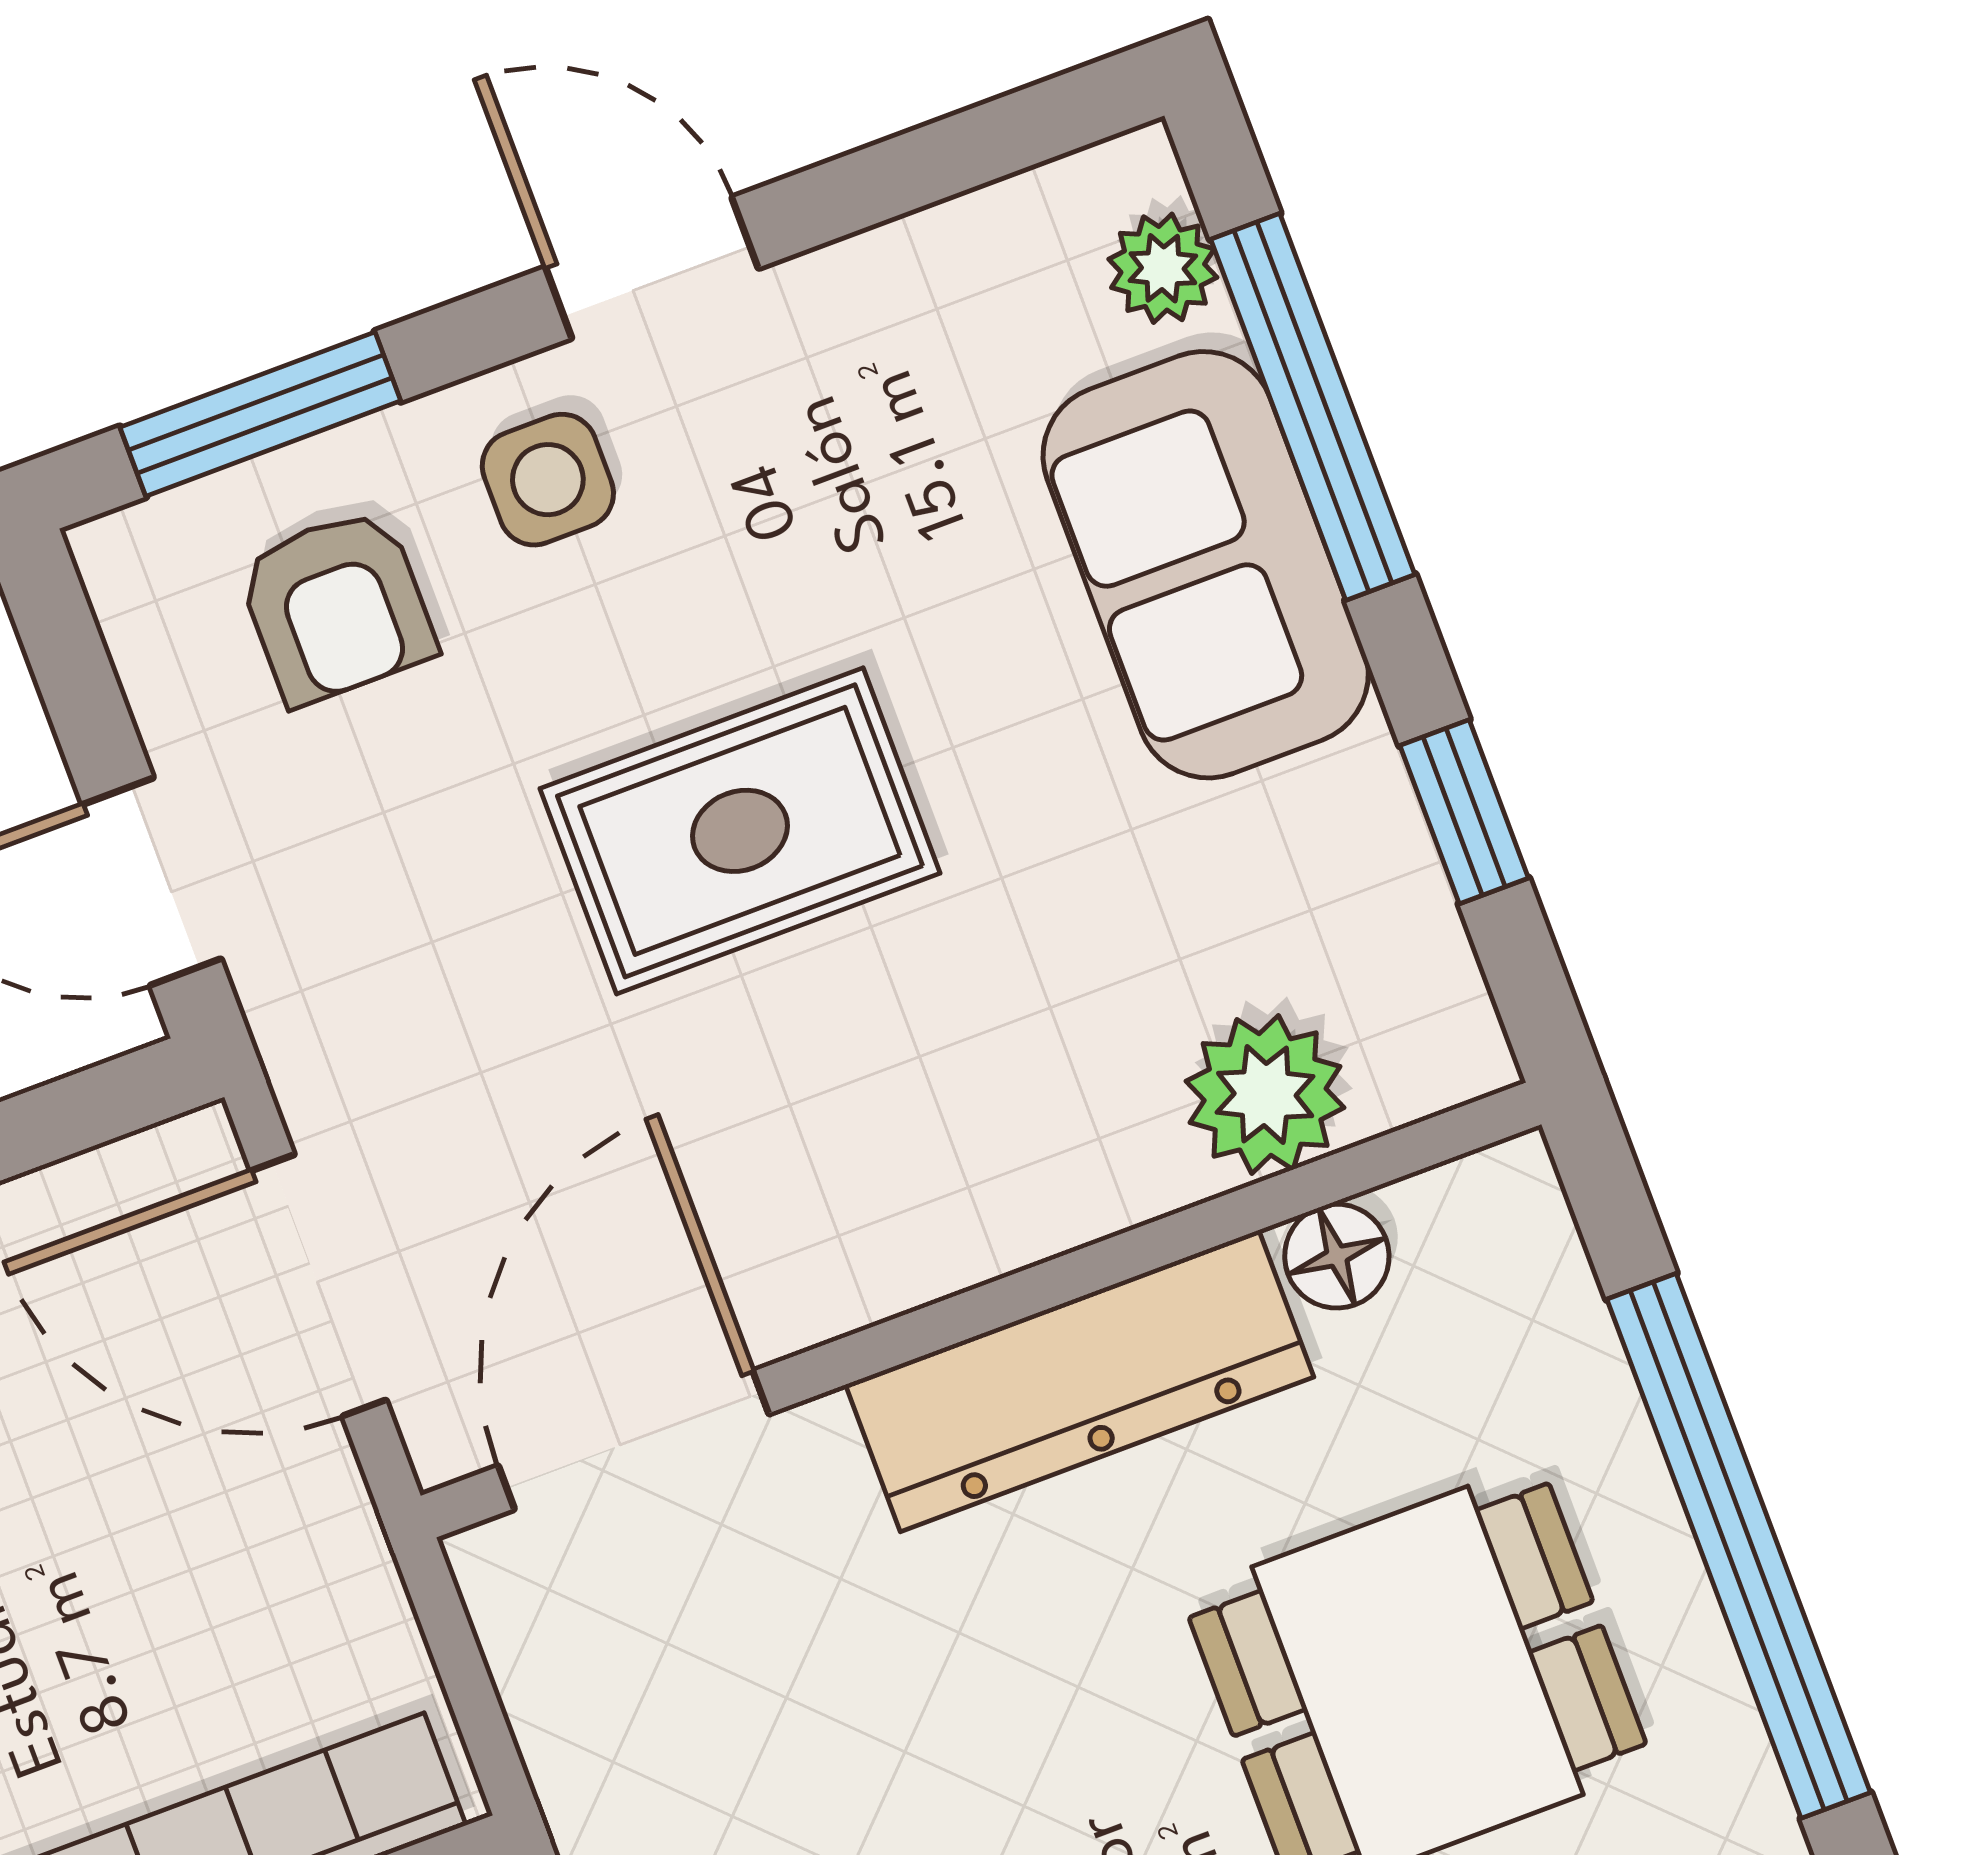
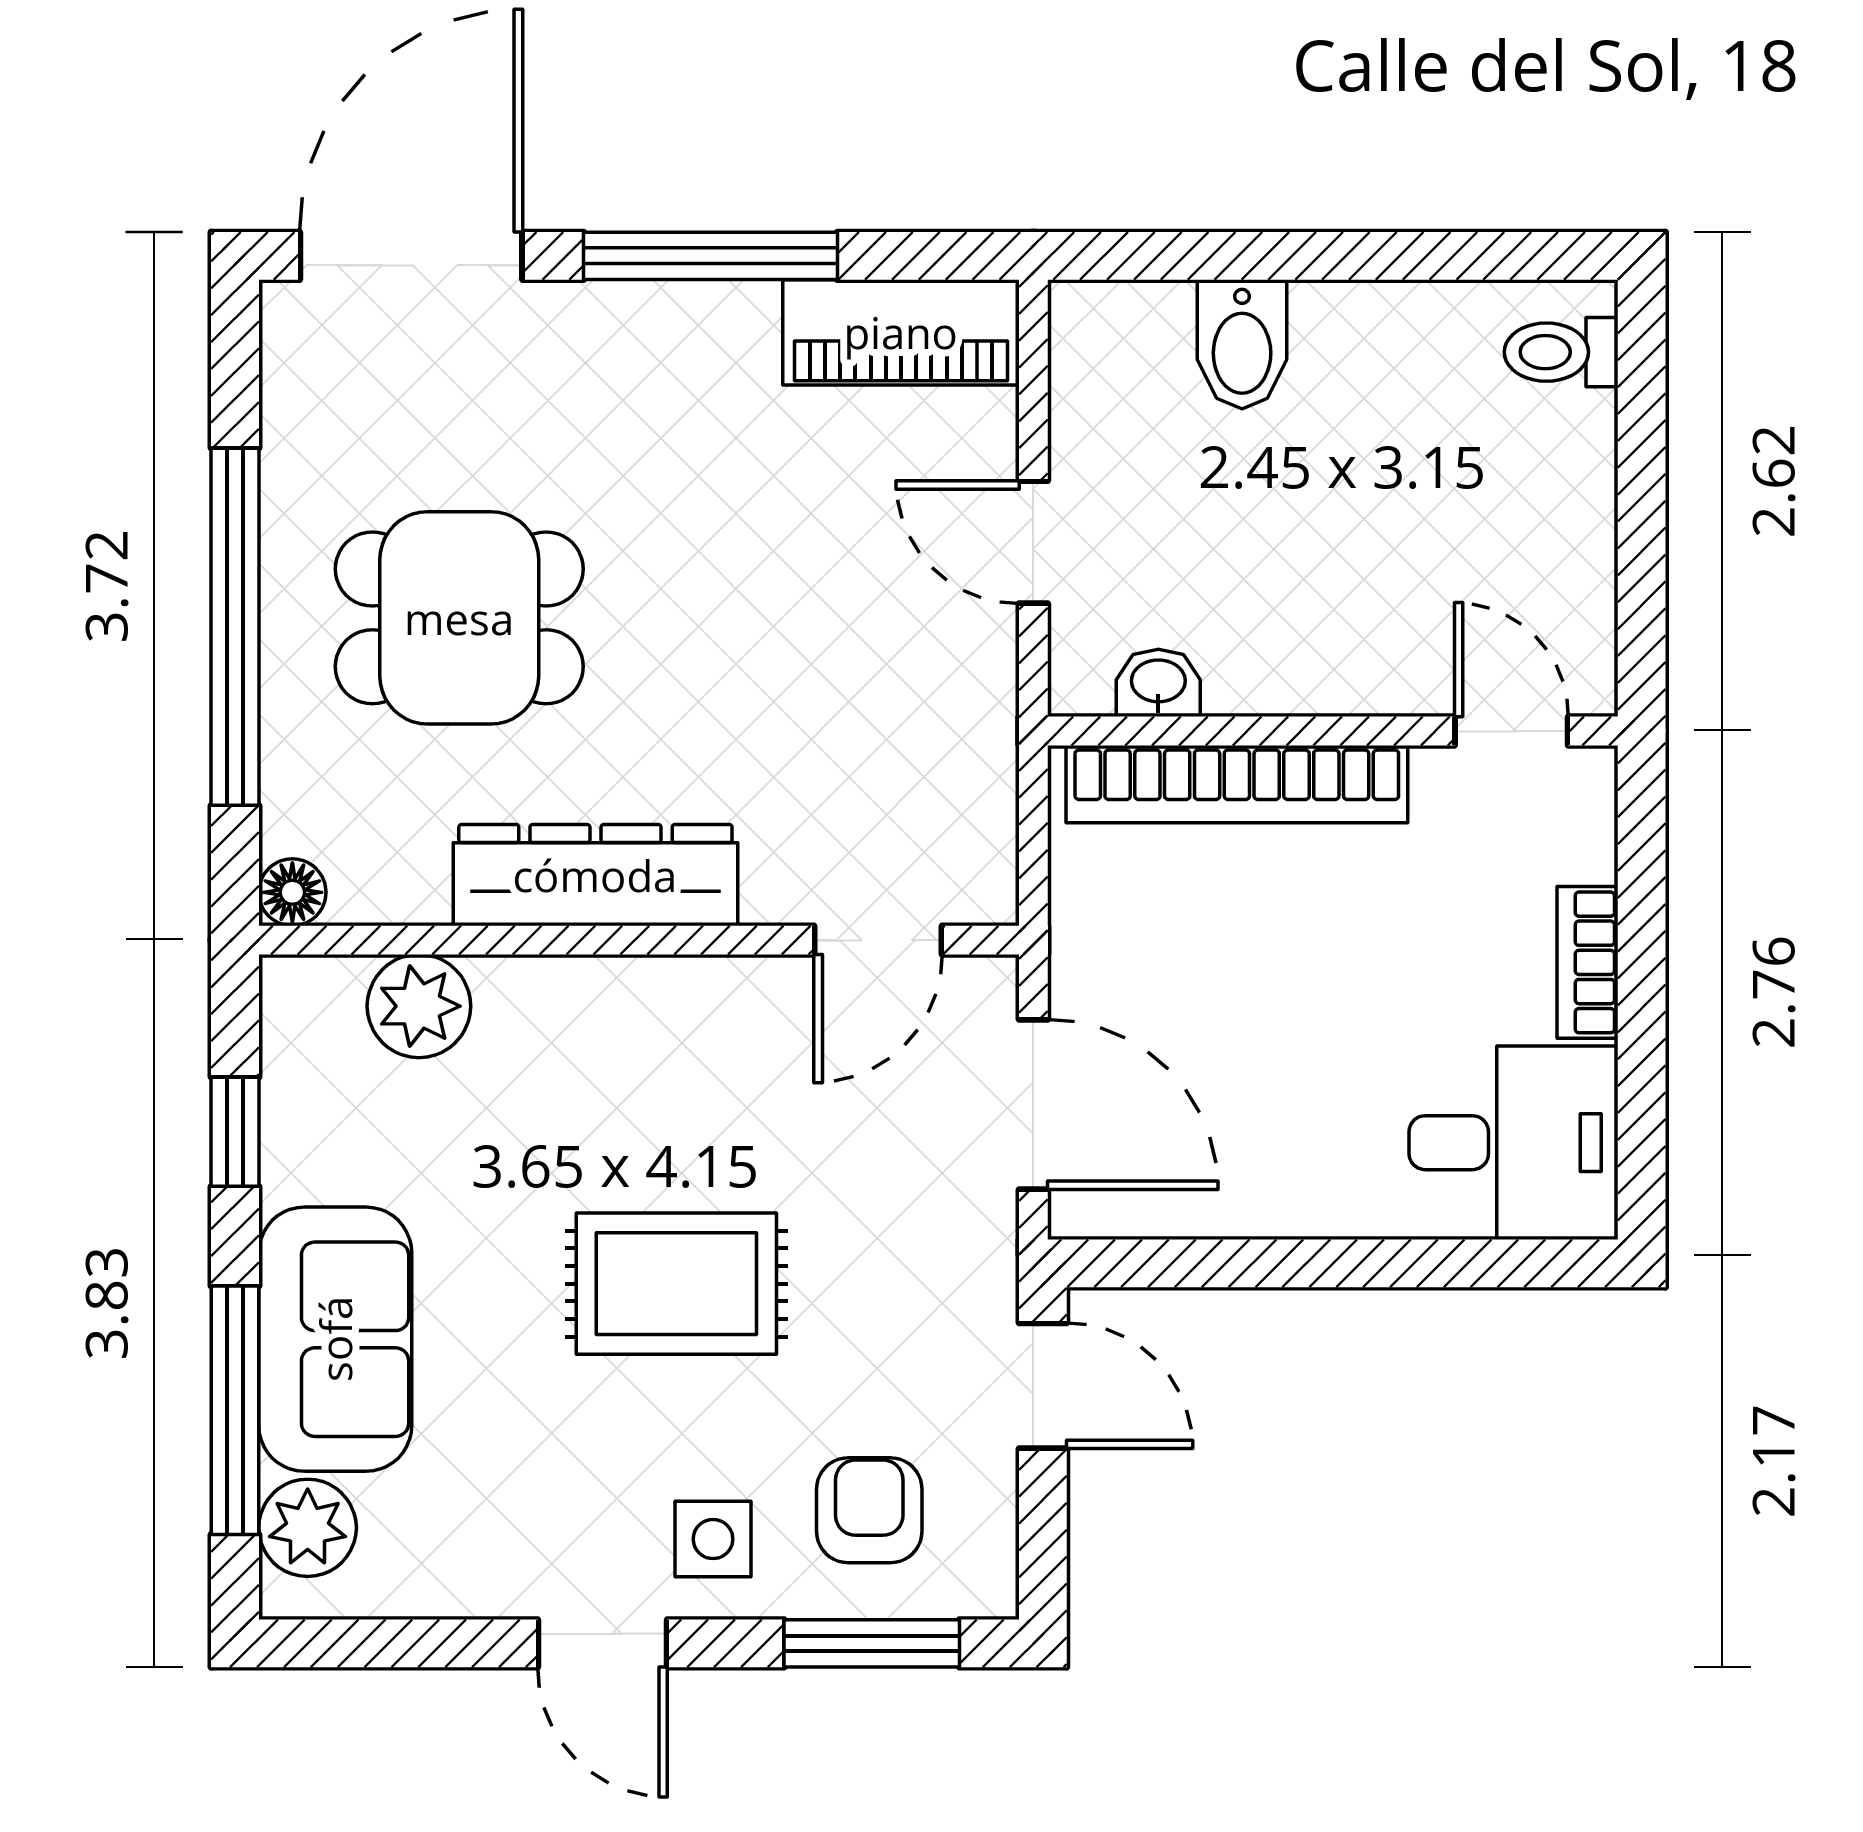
plant: (1163, 268) -> (308, 1528), width x1.38, depth x1.38
floor lamp: (1337, 1256) -> (292, 892), moved
door: (634, 1440) -> (878, 940), width x0.73

